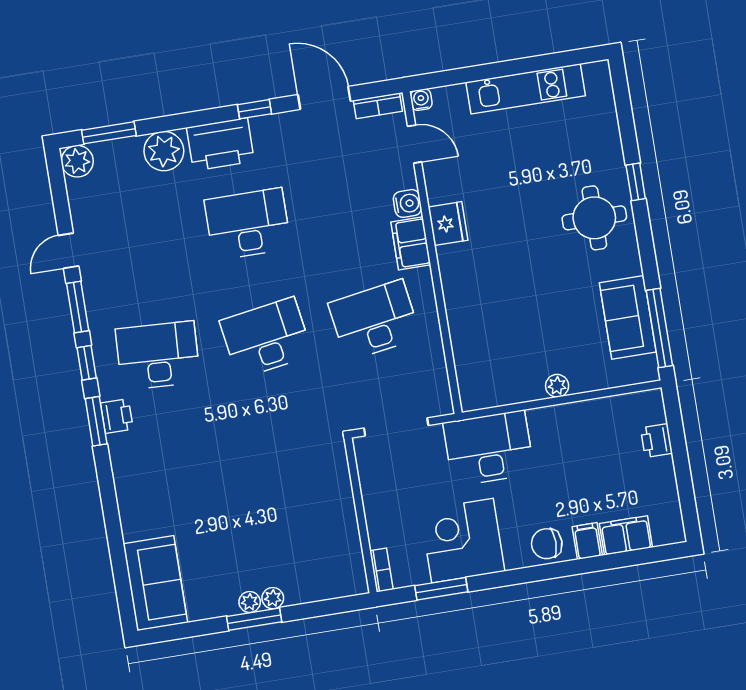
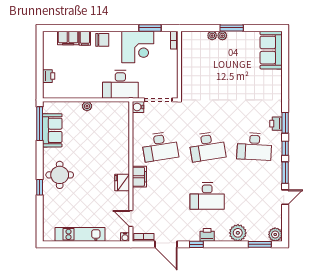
printer: (220, 144) -> (207, 235), width x0.53, depth x0.68
water cooler: (407, 203) -> (138, 107), moved
plant: (250, 602) -> (212, 36), moved

